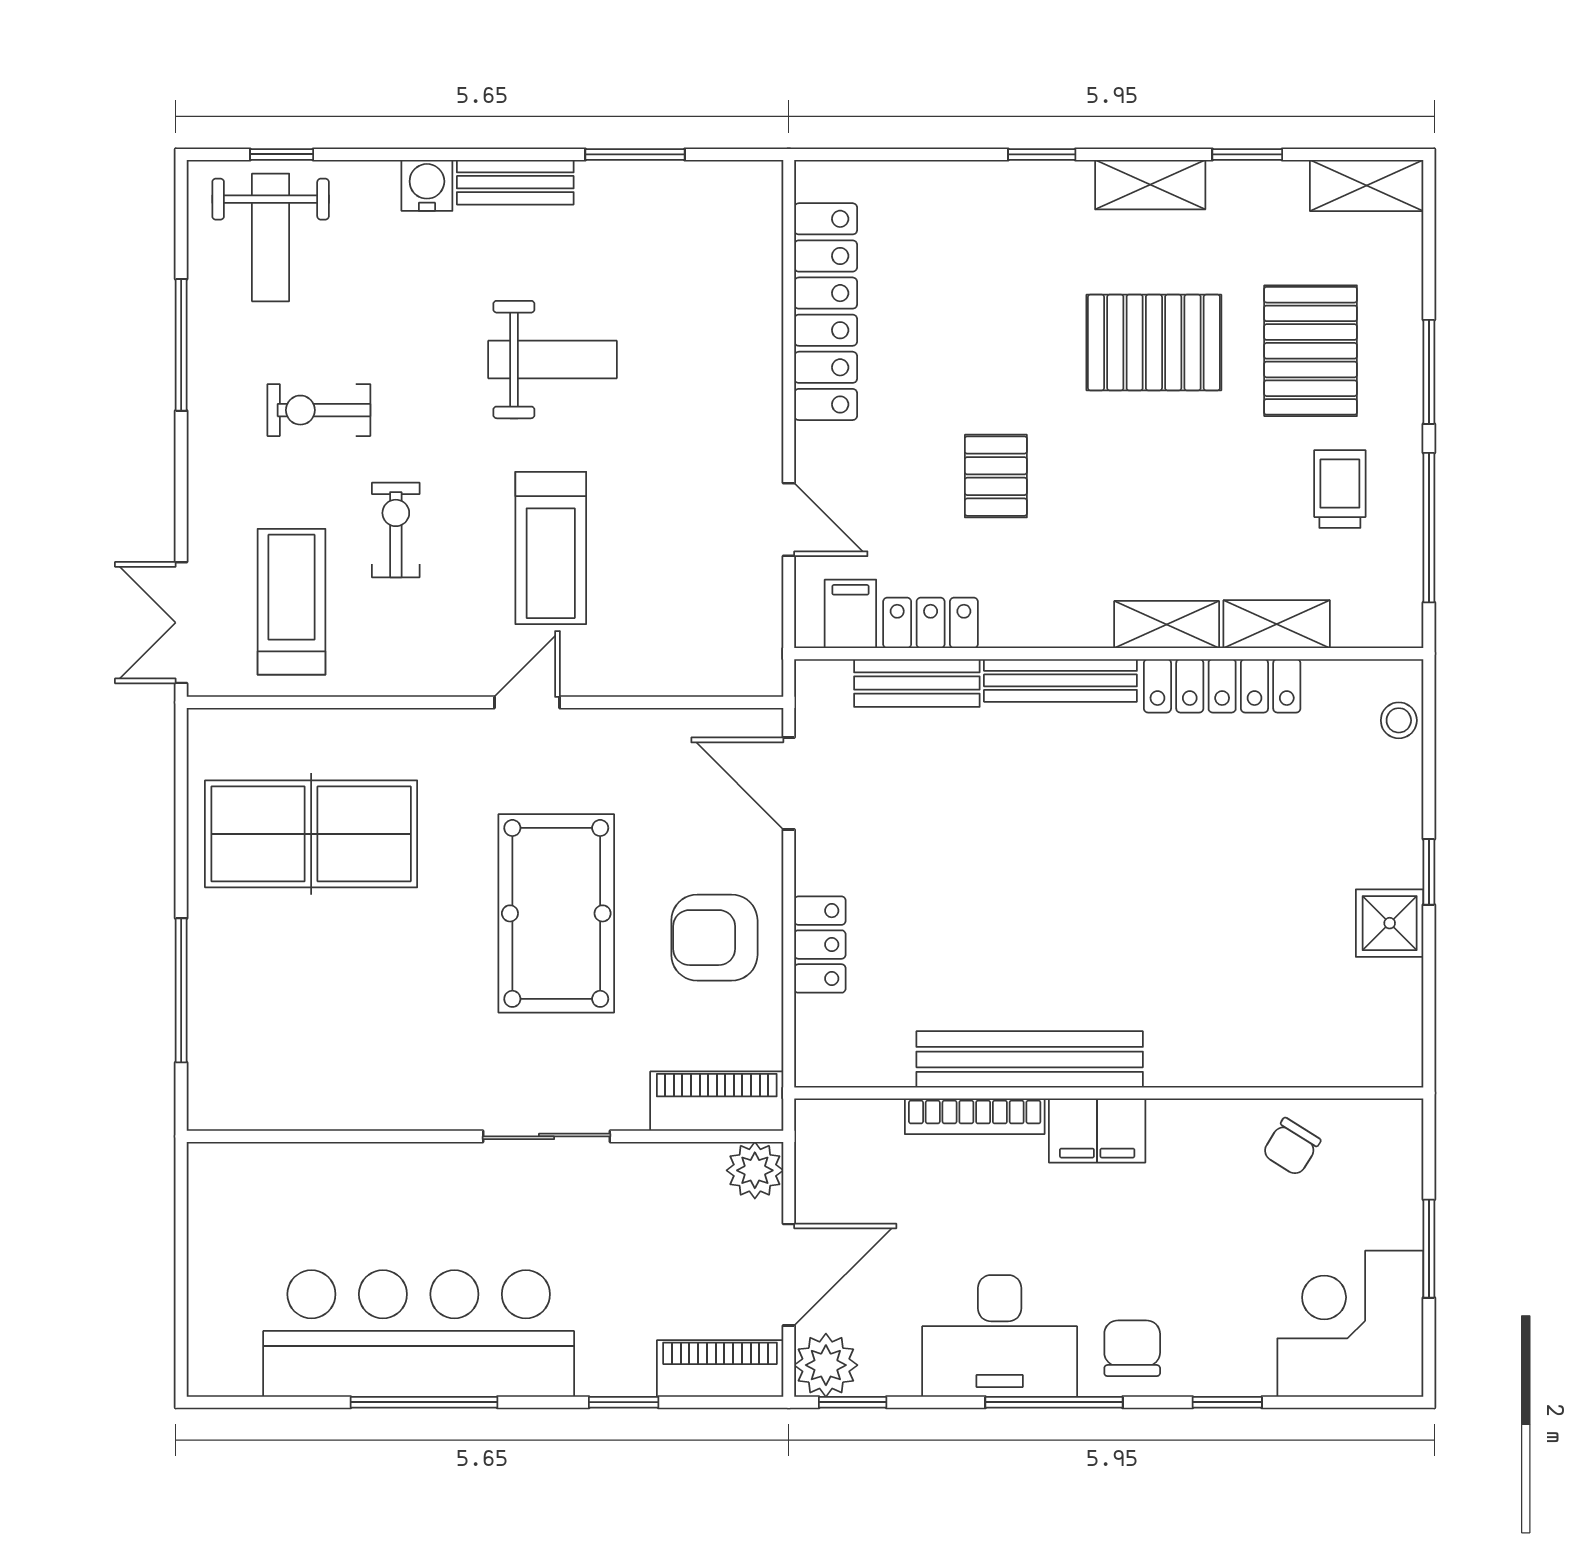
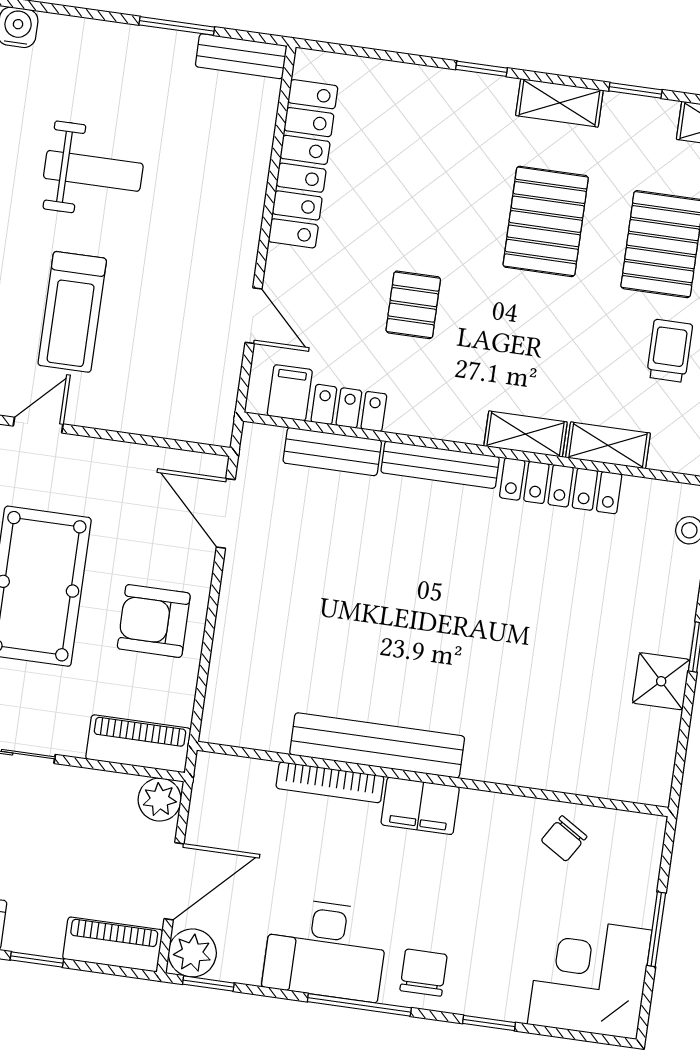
bench: (515, 182) -> (241, 56), moved
pallet: (1154, 342) -> (546, 221), turned 90
locker: (820, 945) -> (232, 637), removed

